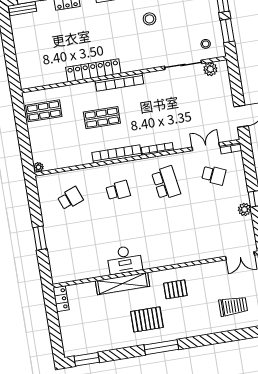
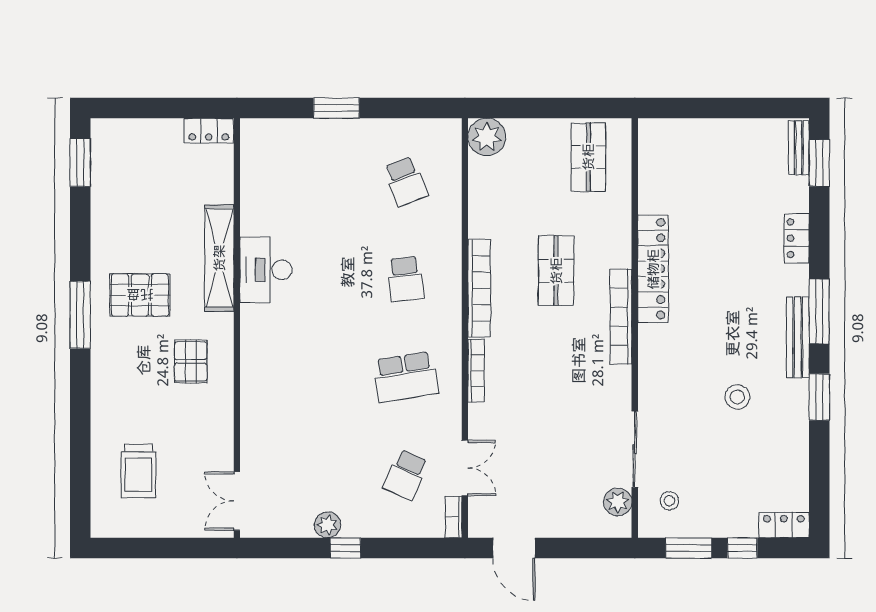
plant: (38, 167) -> (487, 137), width x1.88, depth x1.88
pallet: (147, 319) -> (140, 295), turned 90

